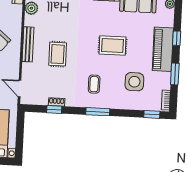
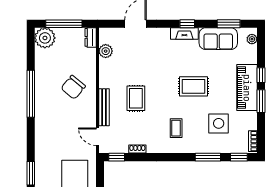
bench: (28, 44) -> (104, 107), moved
window: (175, 74) -> (261, 101), moved
window: (54, 109) -> (117, 157), moved
window: (98, 112) -> (208, 157), moved

